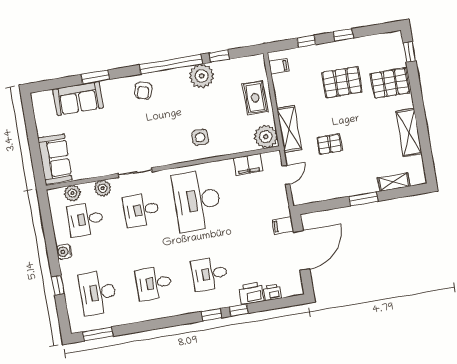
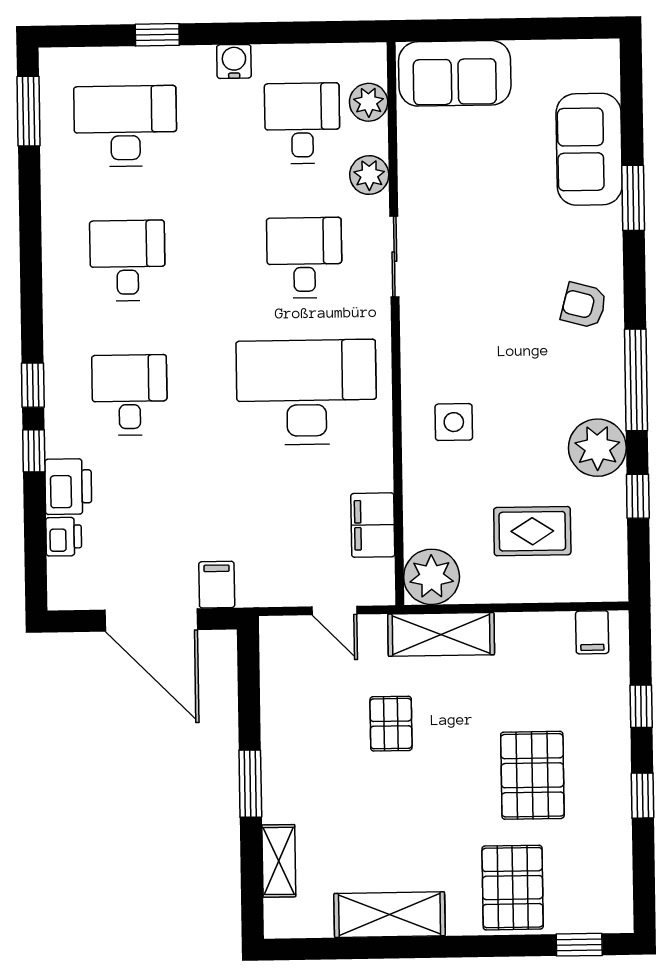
window: (171, 64) -> (636, 380), width x0.68
rug: (255, 98) -> (532, 531), moved

